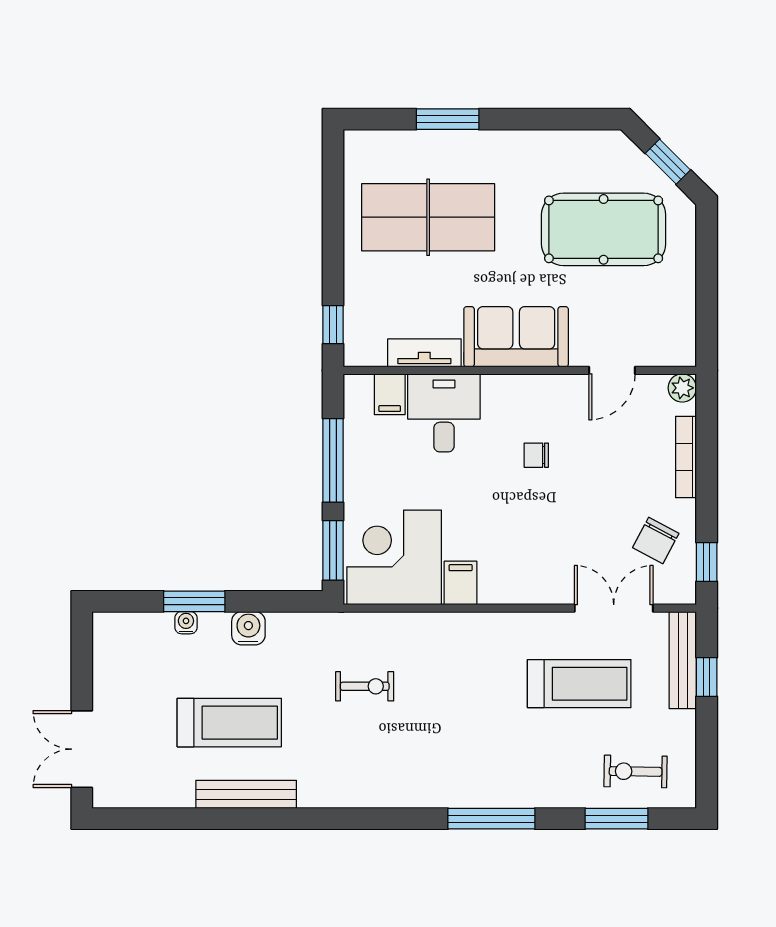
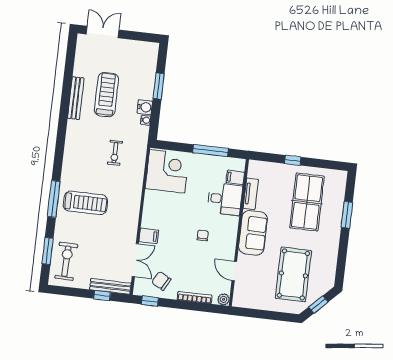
window: (333, 325) -> (293, 160), moved
window: (333, 550) -> (173, 146), removed
filing cabinet: (461, 583) -> (149, 236), moved
water cooler: (186, 623) -> (146, 120), moved
treadmill: (579, 684) -> (85, 203), moved, turned -90
treadmill: (229, 723) -> (106, 95), turned 180
exercise bike: (636, 771) -> (66, 261), width x1.38, depth x1.39

